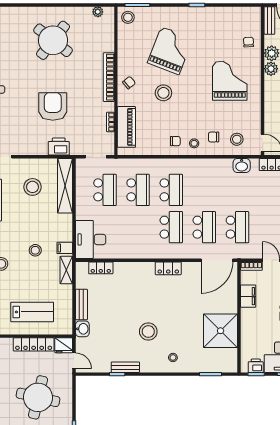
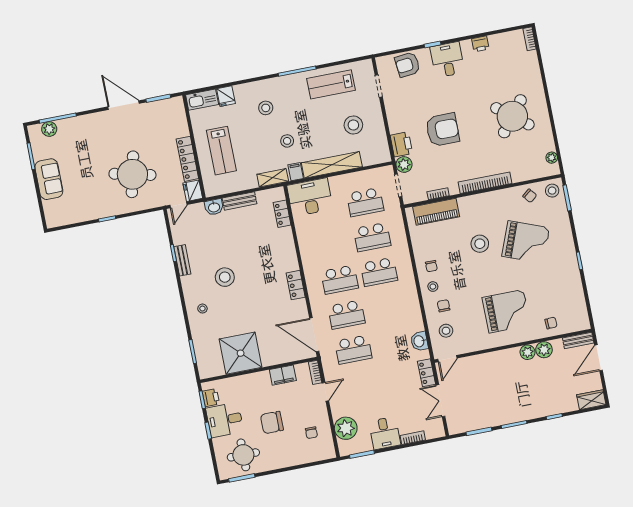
chair: (129, 83) -> (530, 196), moved
plant: (78, 148) -> (404, 165), added
shelving: (65, 186) -> (332, 165), moved

